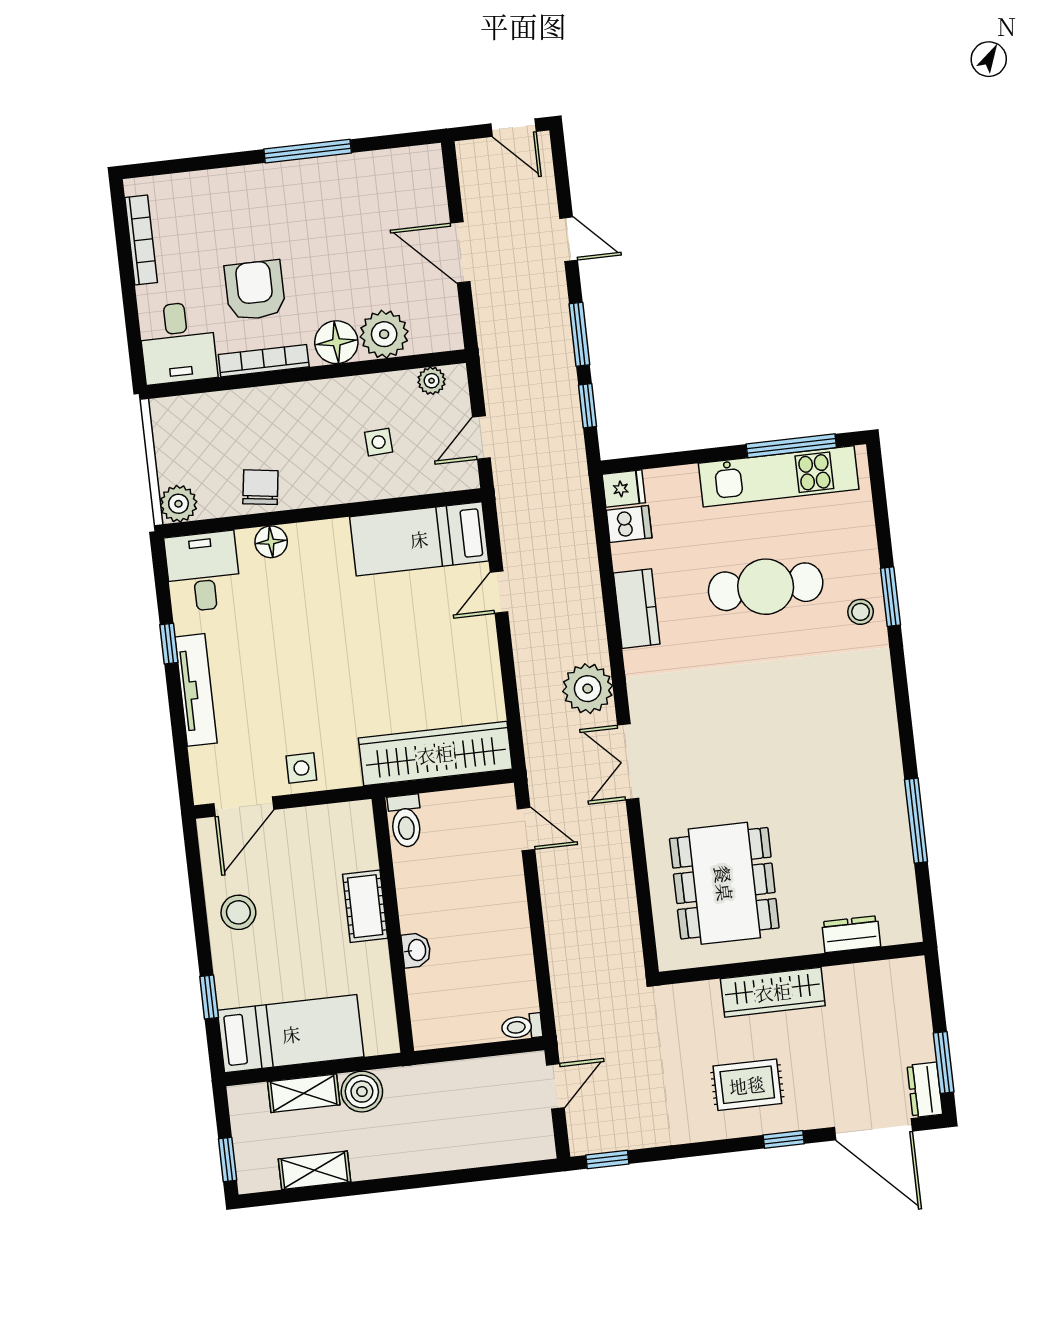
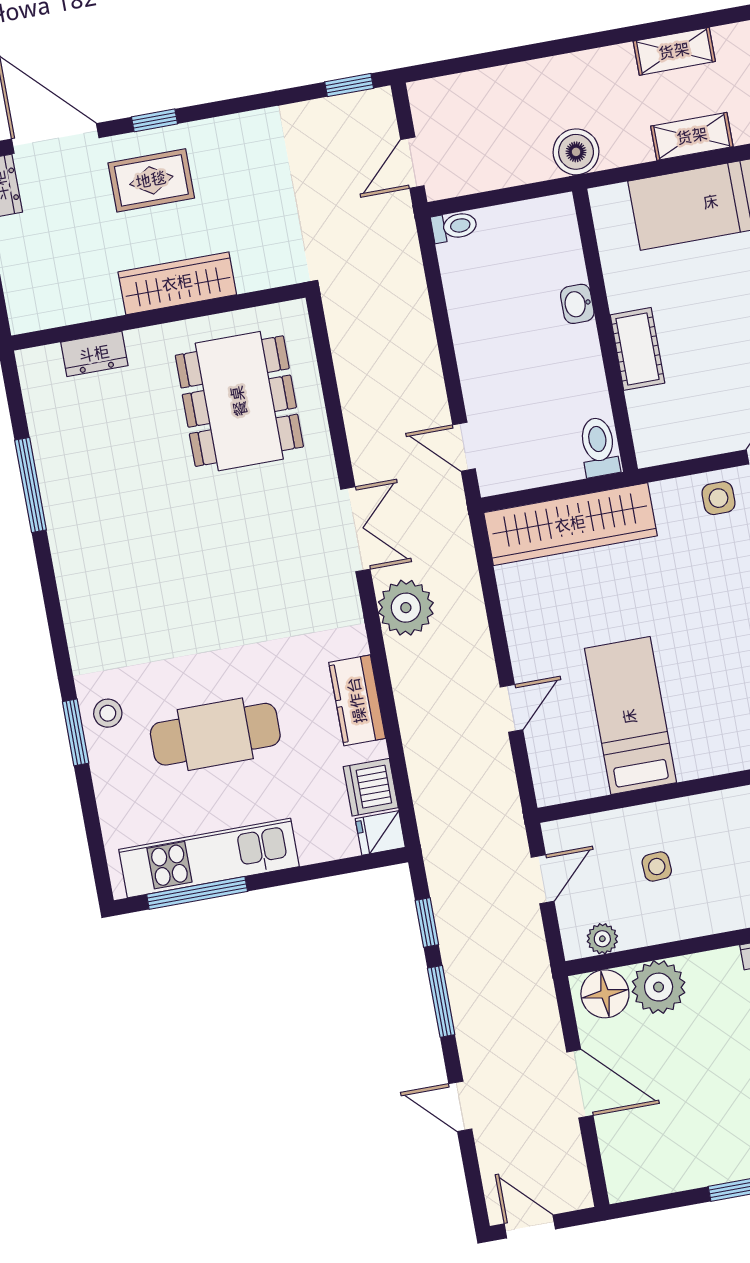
floor lamp: (336, 342) -> (605, 994), moved
dishwasher: (629, 524) -> (371, 787), width x1.38
bed: (419, 539) -> (630, 716), moved, turned -90
rug: (747, 1085) -> (151, 180), moved
boiler: (362, 1092) -> (576, 152), moved

